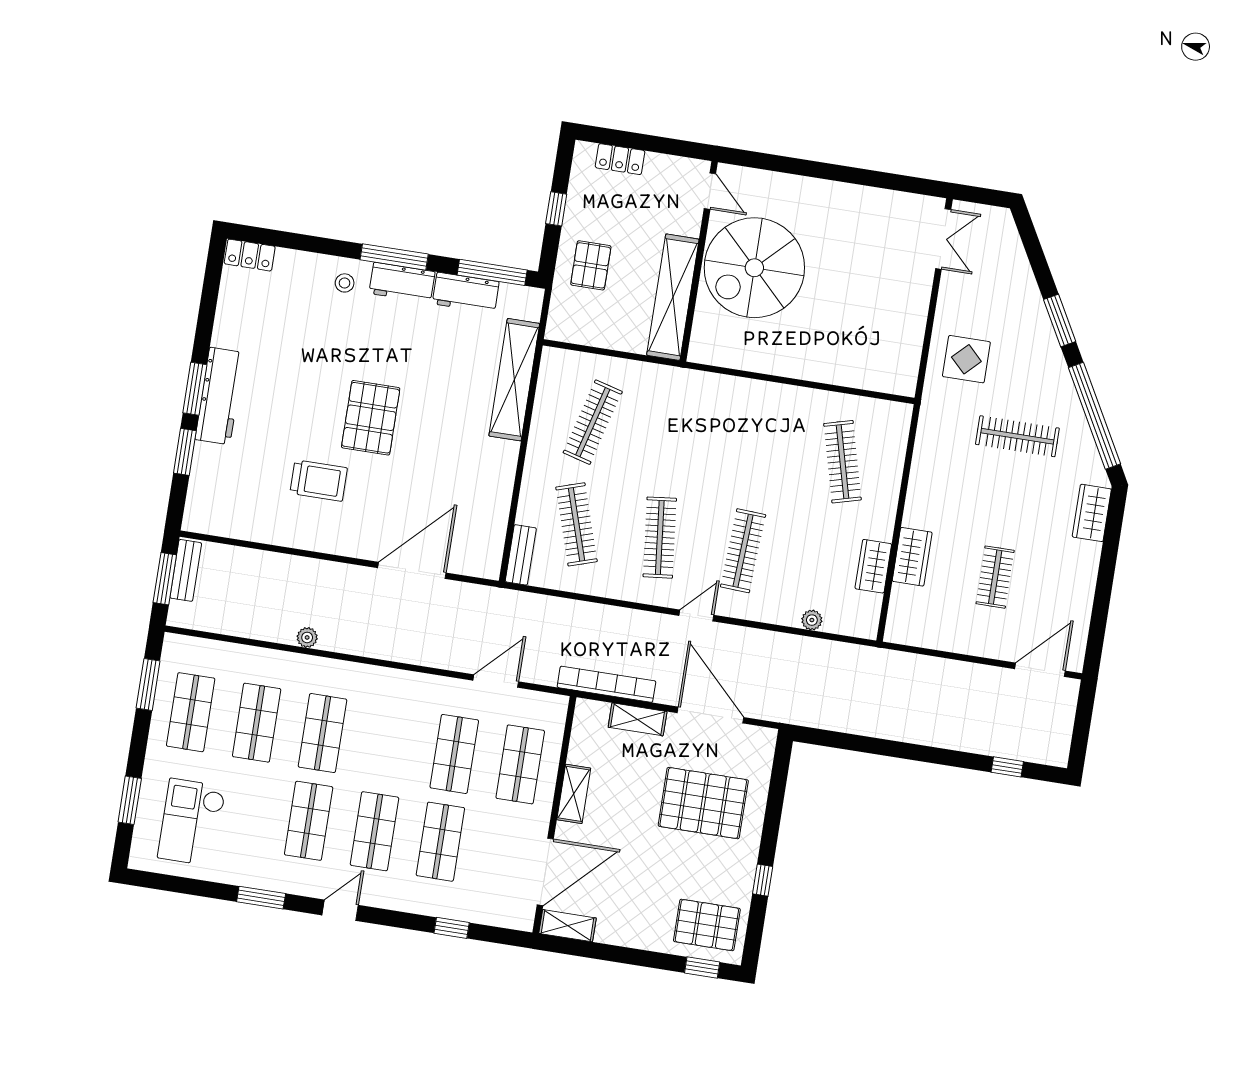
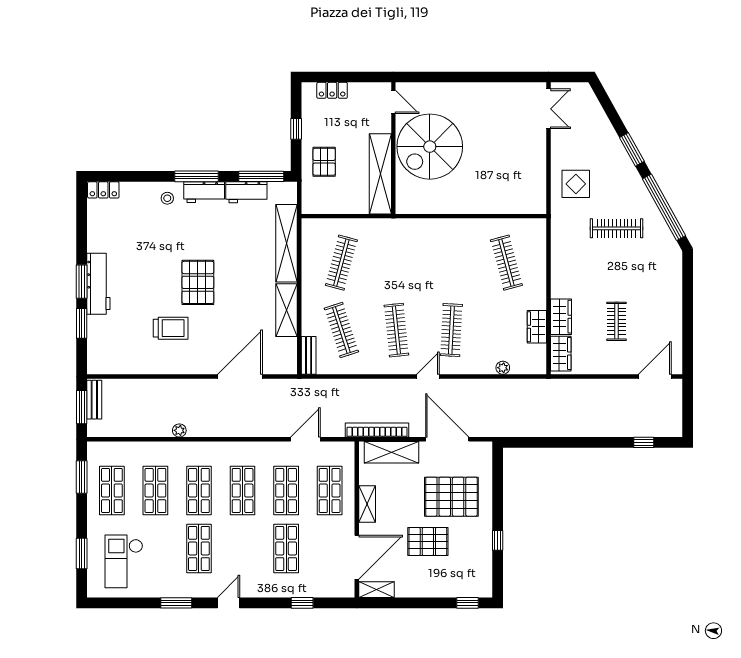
shelving: (498, 481) -> (286, 310), added
wardrobe: (1092, 513) -> (561, 354), moved, turned 180
shelving: (638, 719) -> (392, 452), width x1.50, depth x1.33
shop shelf: (374, 831) -> (243, 490), moved
pallet: (707, 925) -> (428, 542), moved

